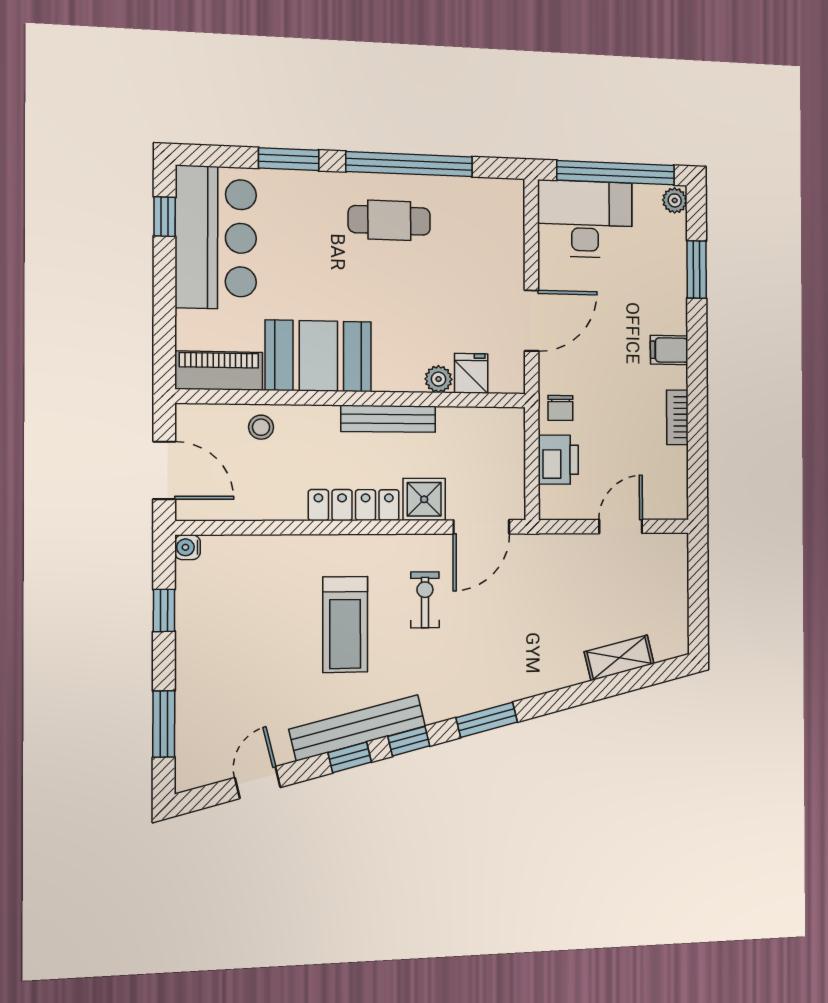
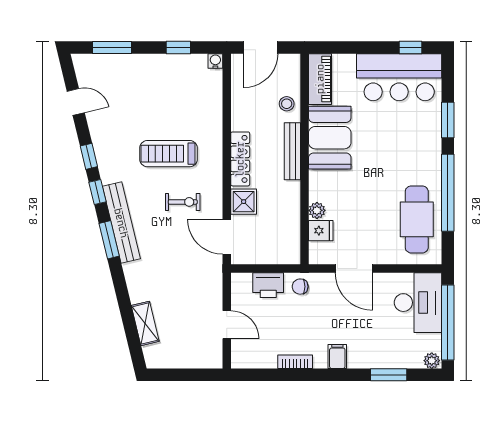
cafe table: (389, 220) -> (417, 219), moved, width x1.37, depth x1.35
bench: (388, 419) -> (292, 151), moved
bench: (357, 728) -> (121, 223), moved

